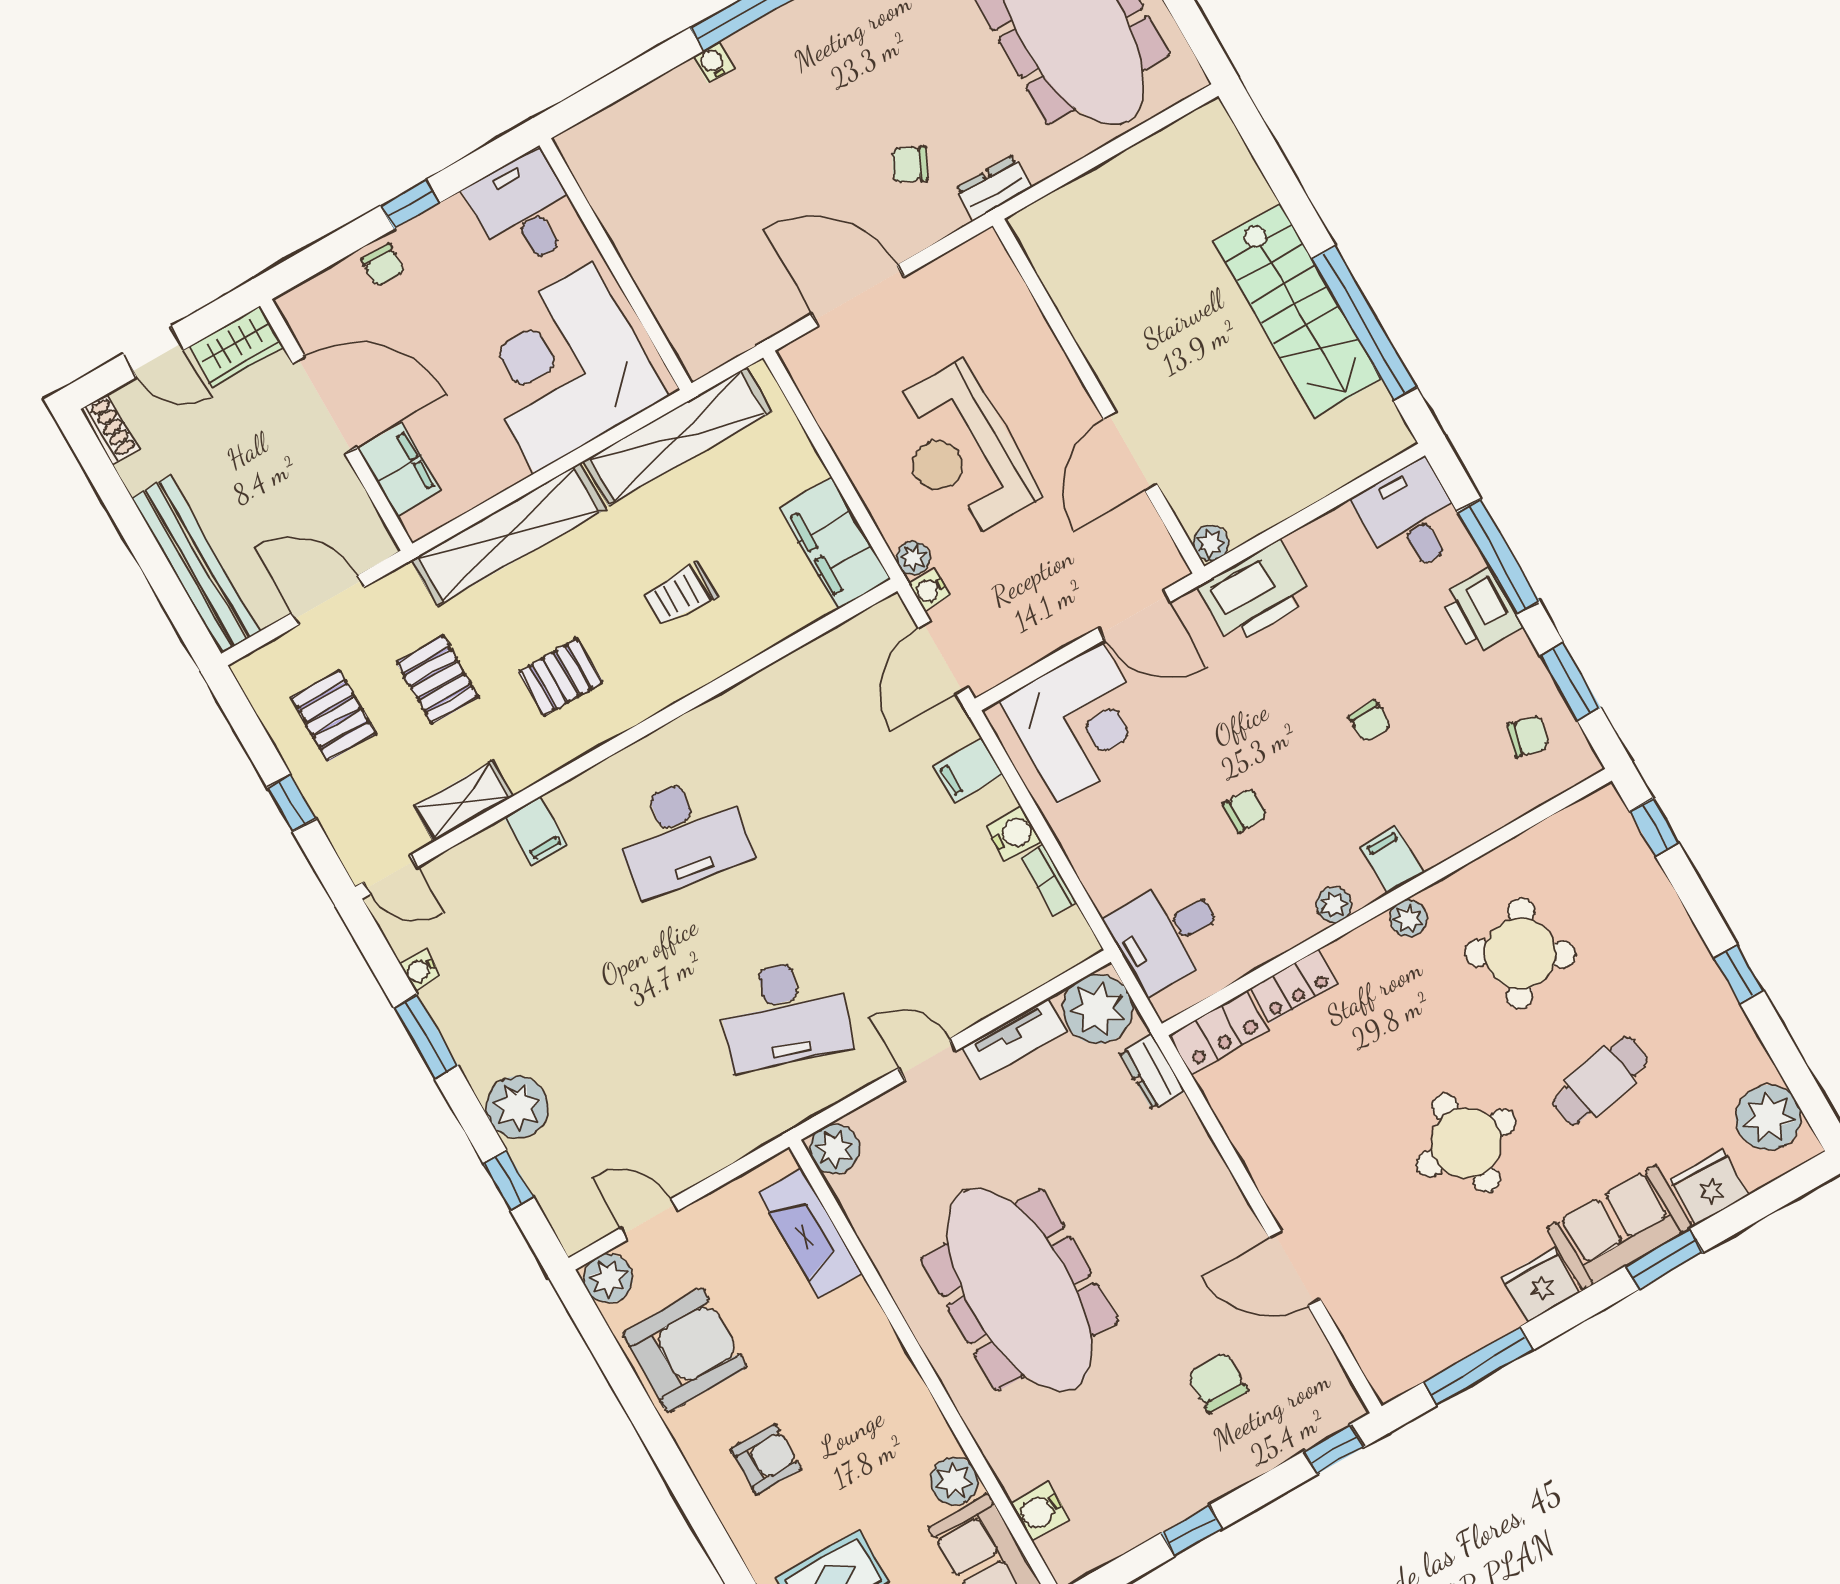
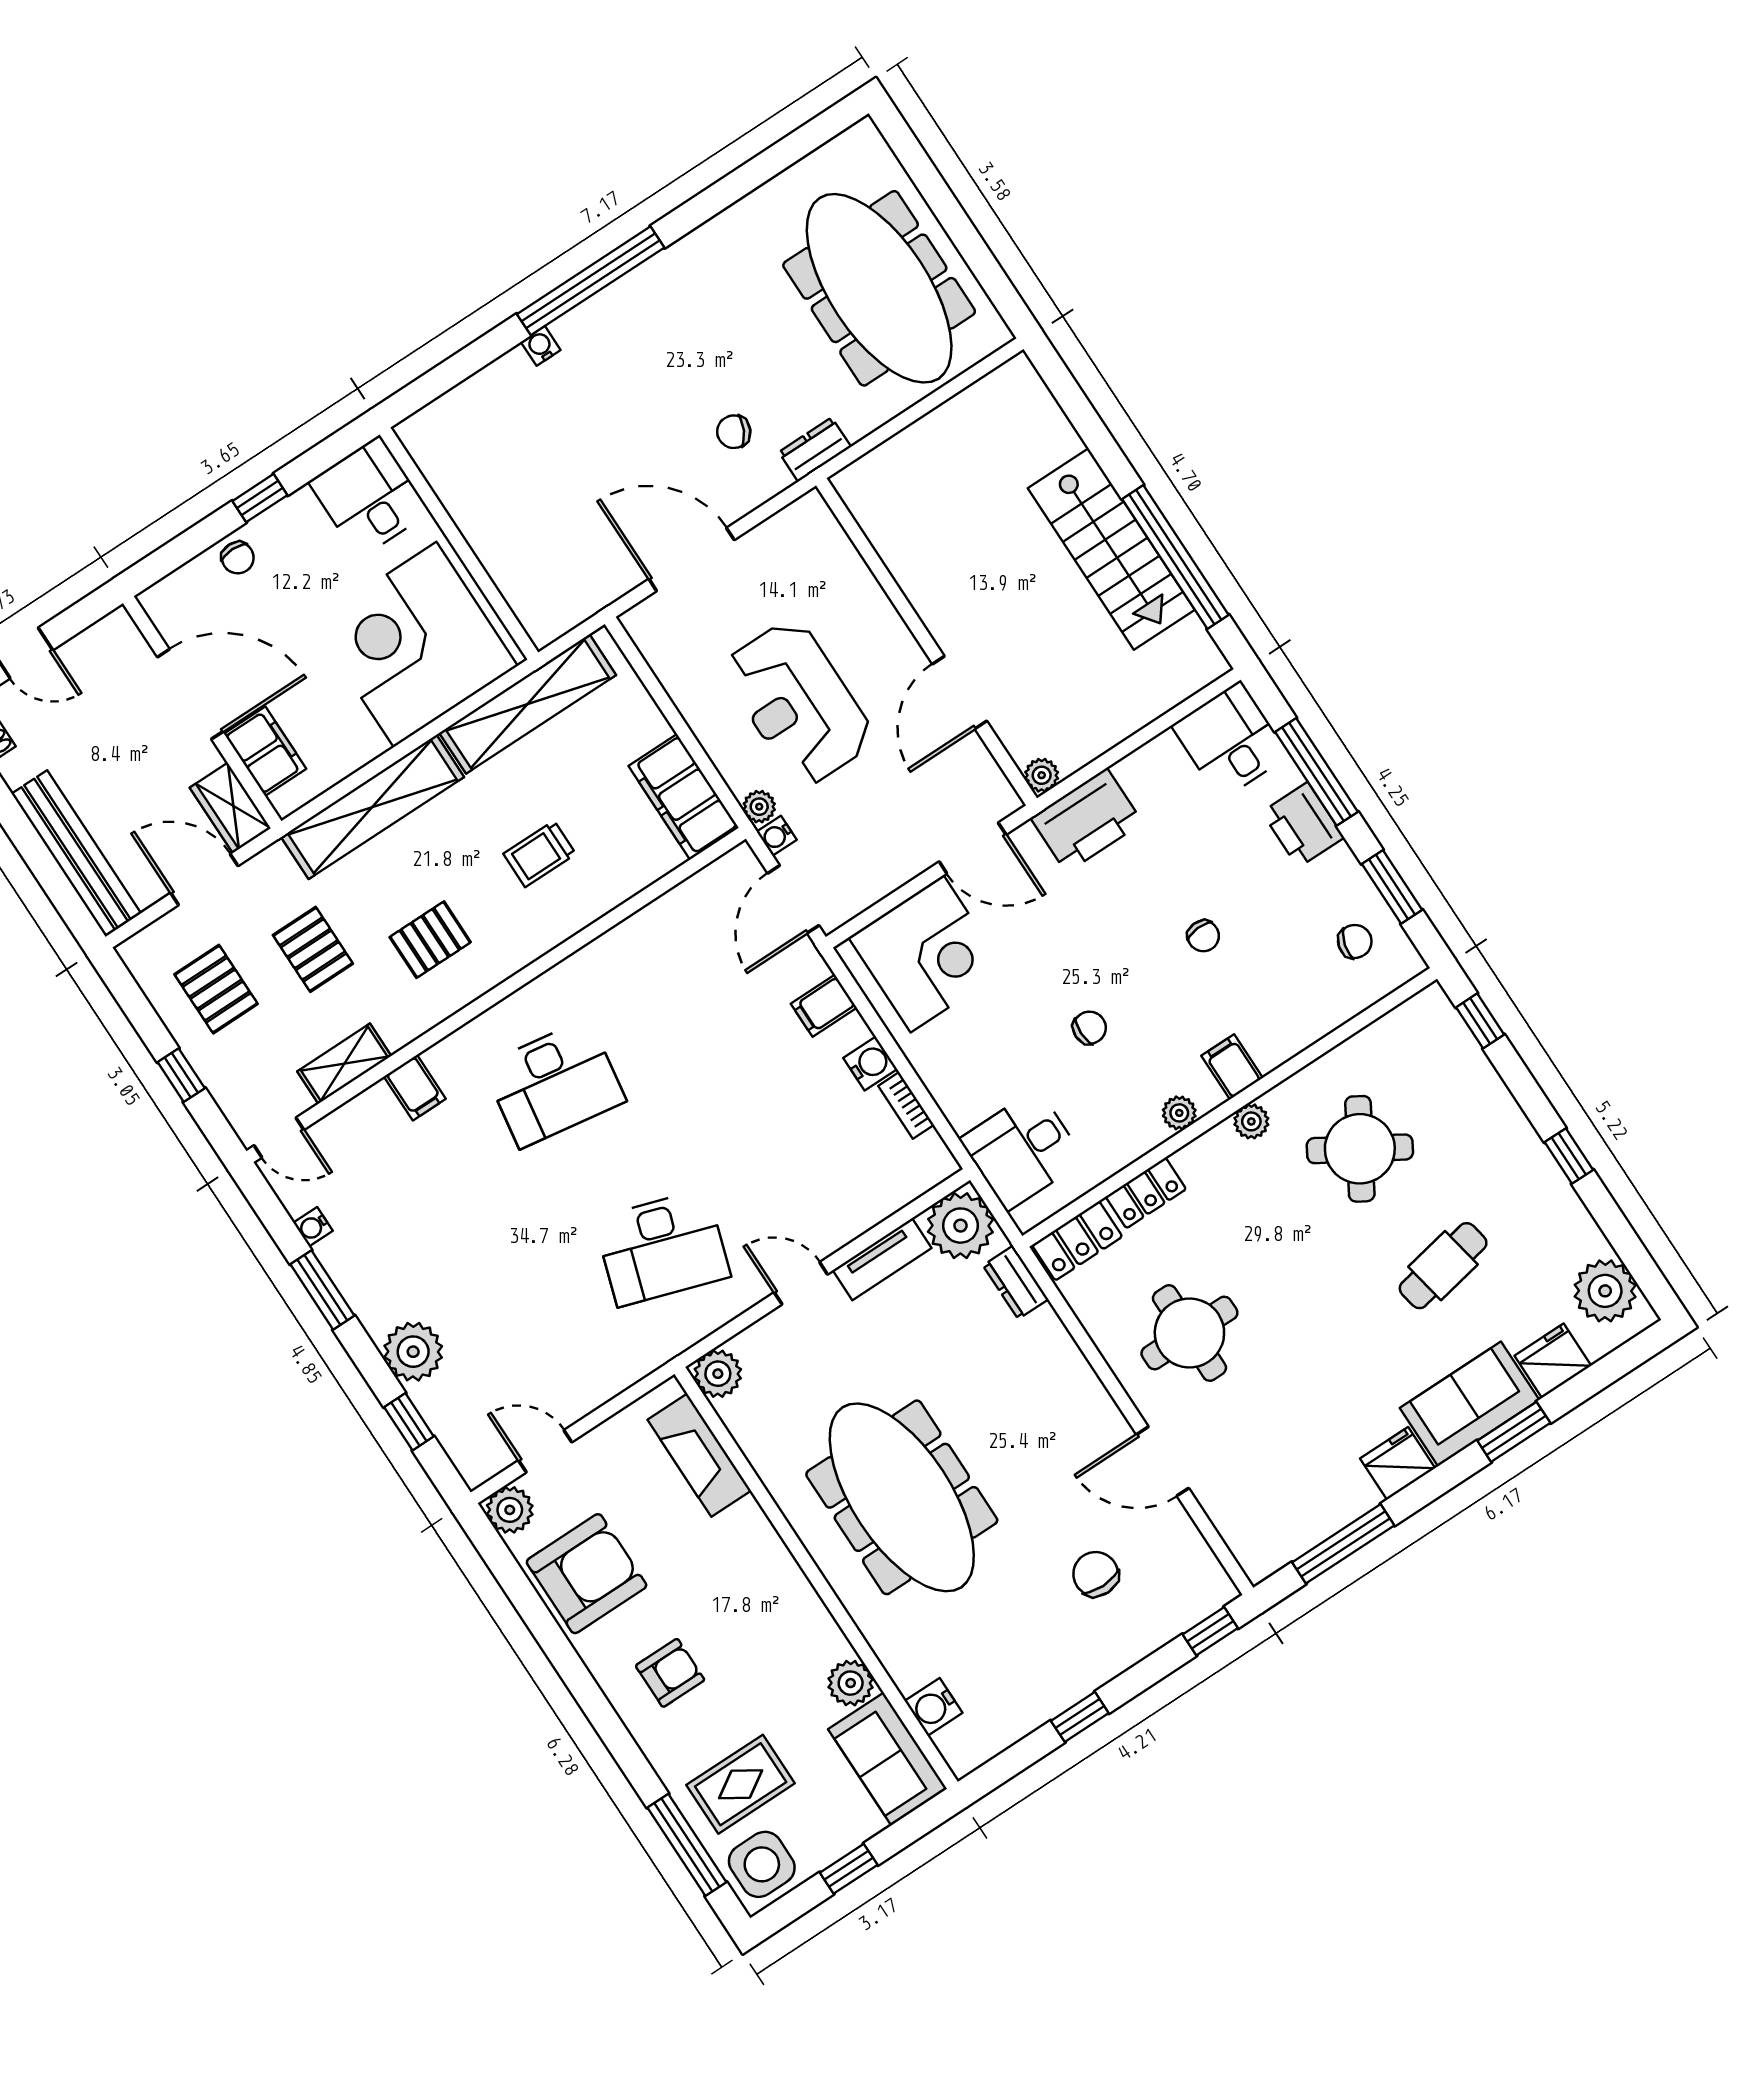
wardrobe: (236, 347) -> (230, 808), moved, turned 90
round table: (1466, 1143) -> (1189, 1333), moved

